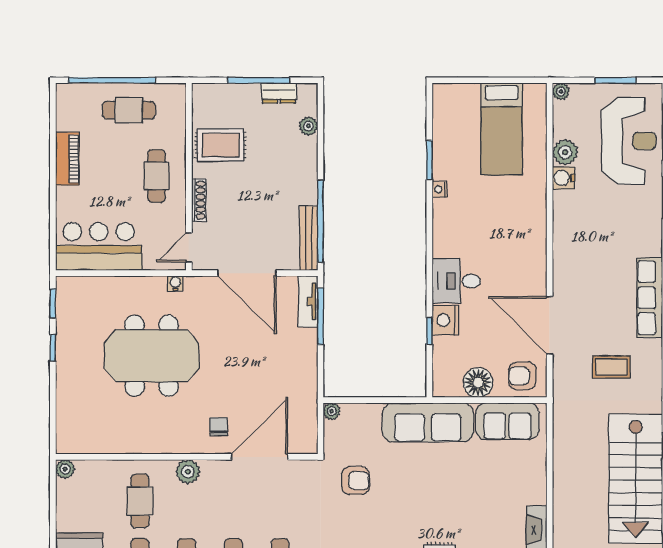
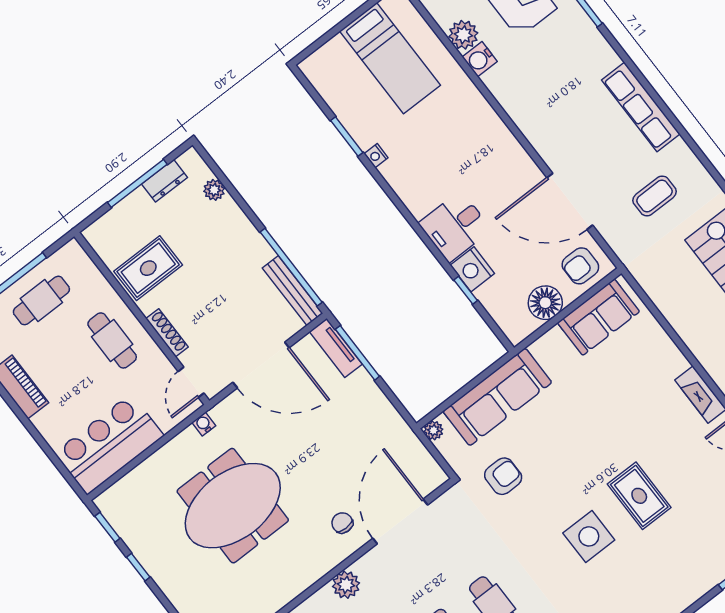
sofa: (428, 422) -> (497, 397), moved

